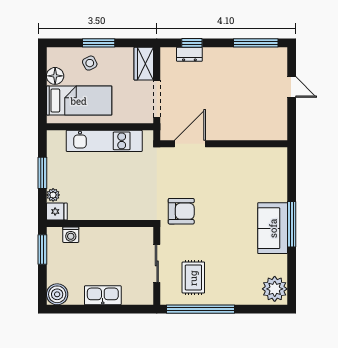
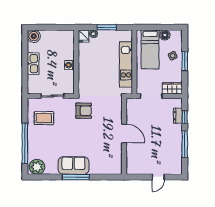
window: (256, 43) -> (185, 144), moved
door: (190, 144) -> (124, 133), moved
armchair: (181, 211) -> (84, 111), turned -90
washing machine: (71, 235) -> (70, 65), moved
window: (42, 250) -> (61, 27), removed
window: (200, 309) -> (25, 143), moved

